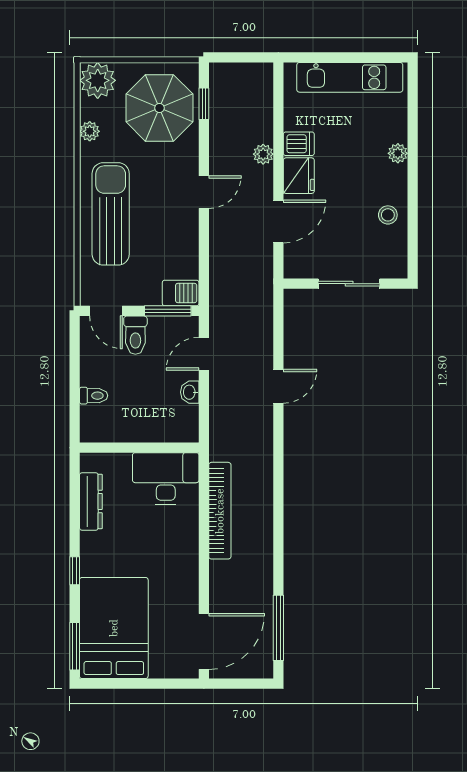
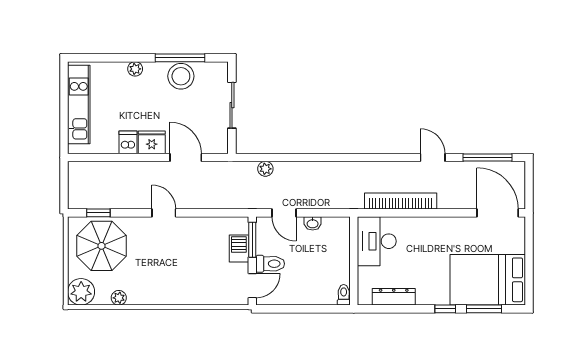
plant: (263, 154) -> (265, 169), moved
sun lounger: (111, 214) -> (180, 282), removed
window: (413, 214) -> (180, 58), added
stool: (388, 215) -> (181, 76), width x1.89, depth x1.89
barbecue: (181, 293) -> (239, 248), moved
door: (278, 386) -> (433, 158), moved
toilet: (94, 396) -> (344, 295), moved
window: (75, 646) -> (484, 309), moved

